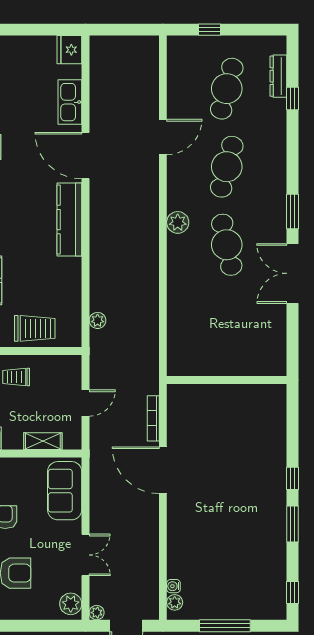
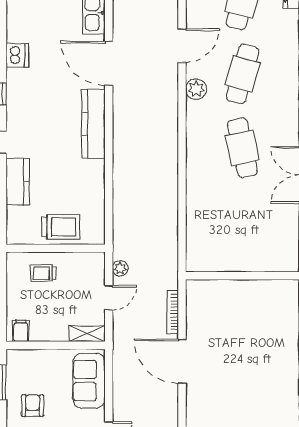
plant: (178, 222) -> (196, 89), moved
plant: (98, 320) -> (120, 268), moved
shelving: (43, 441) -> (87, 334), moved

